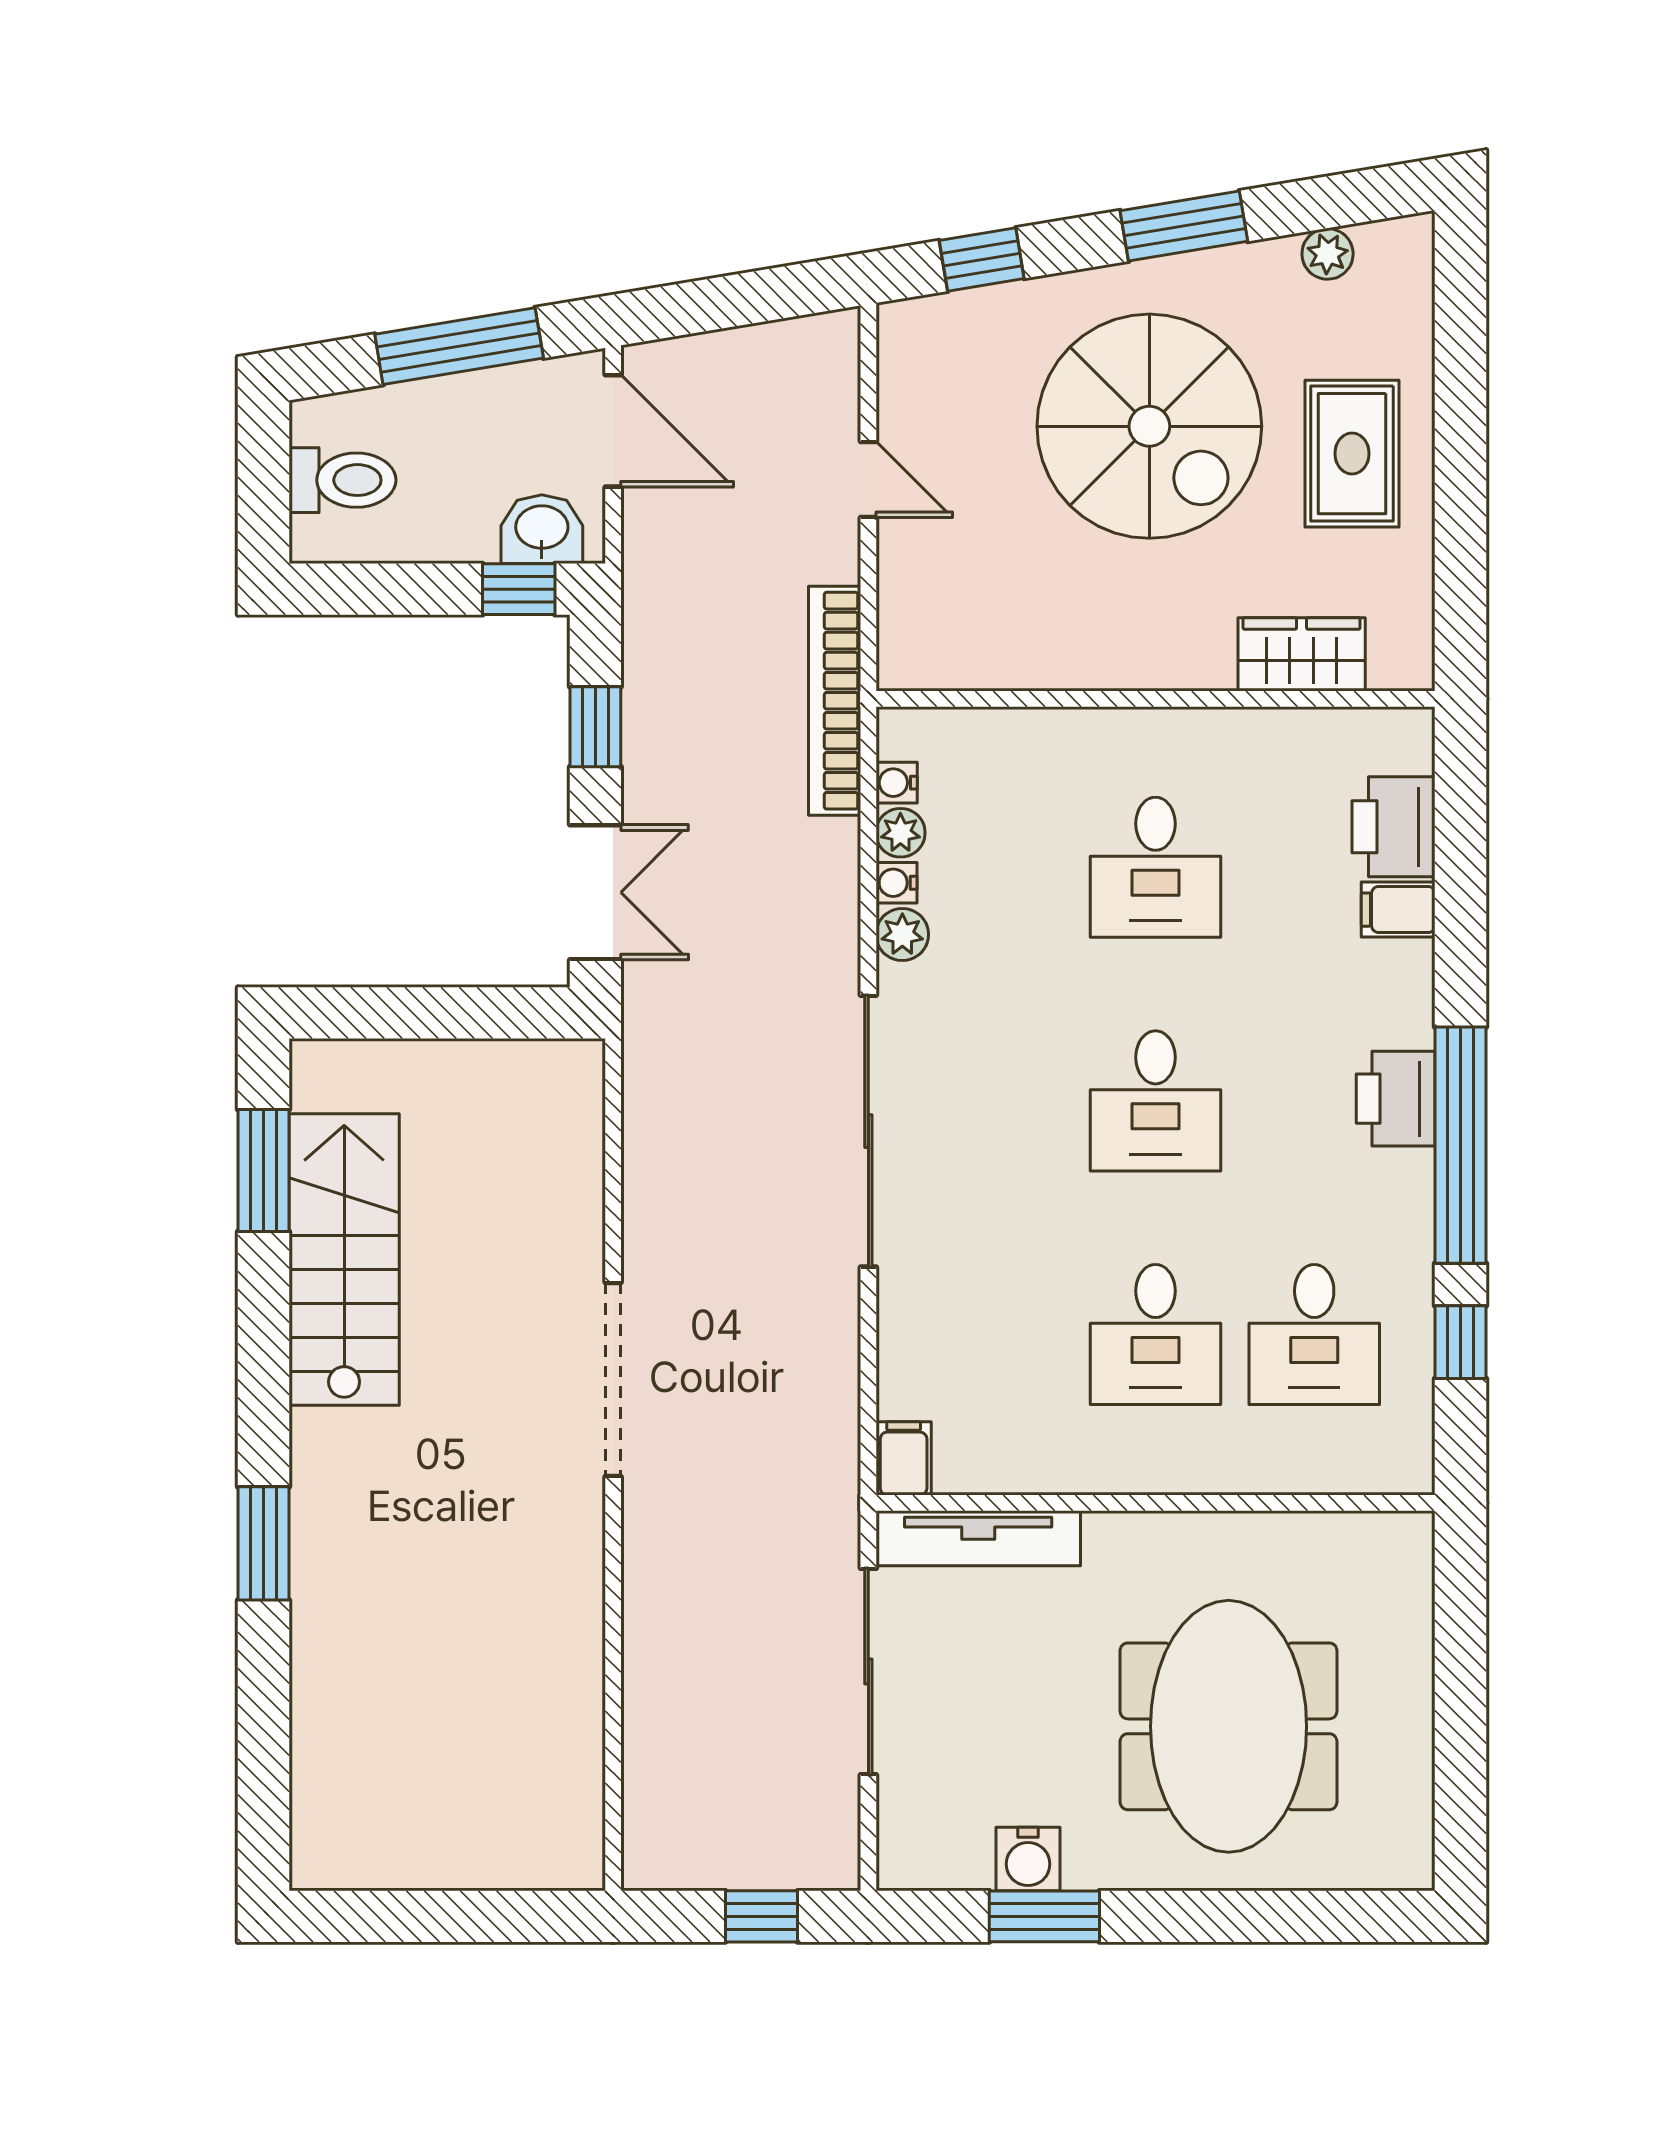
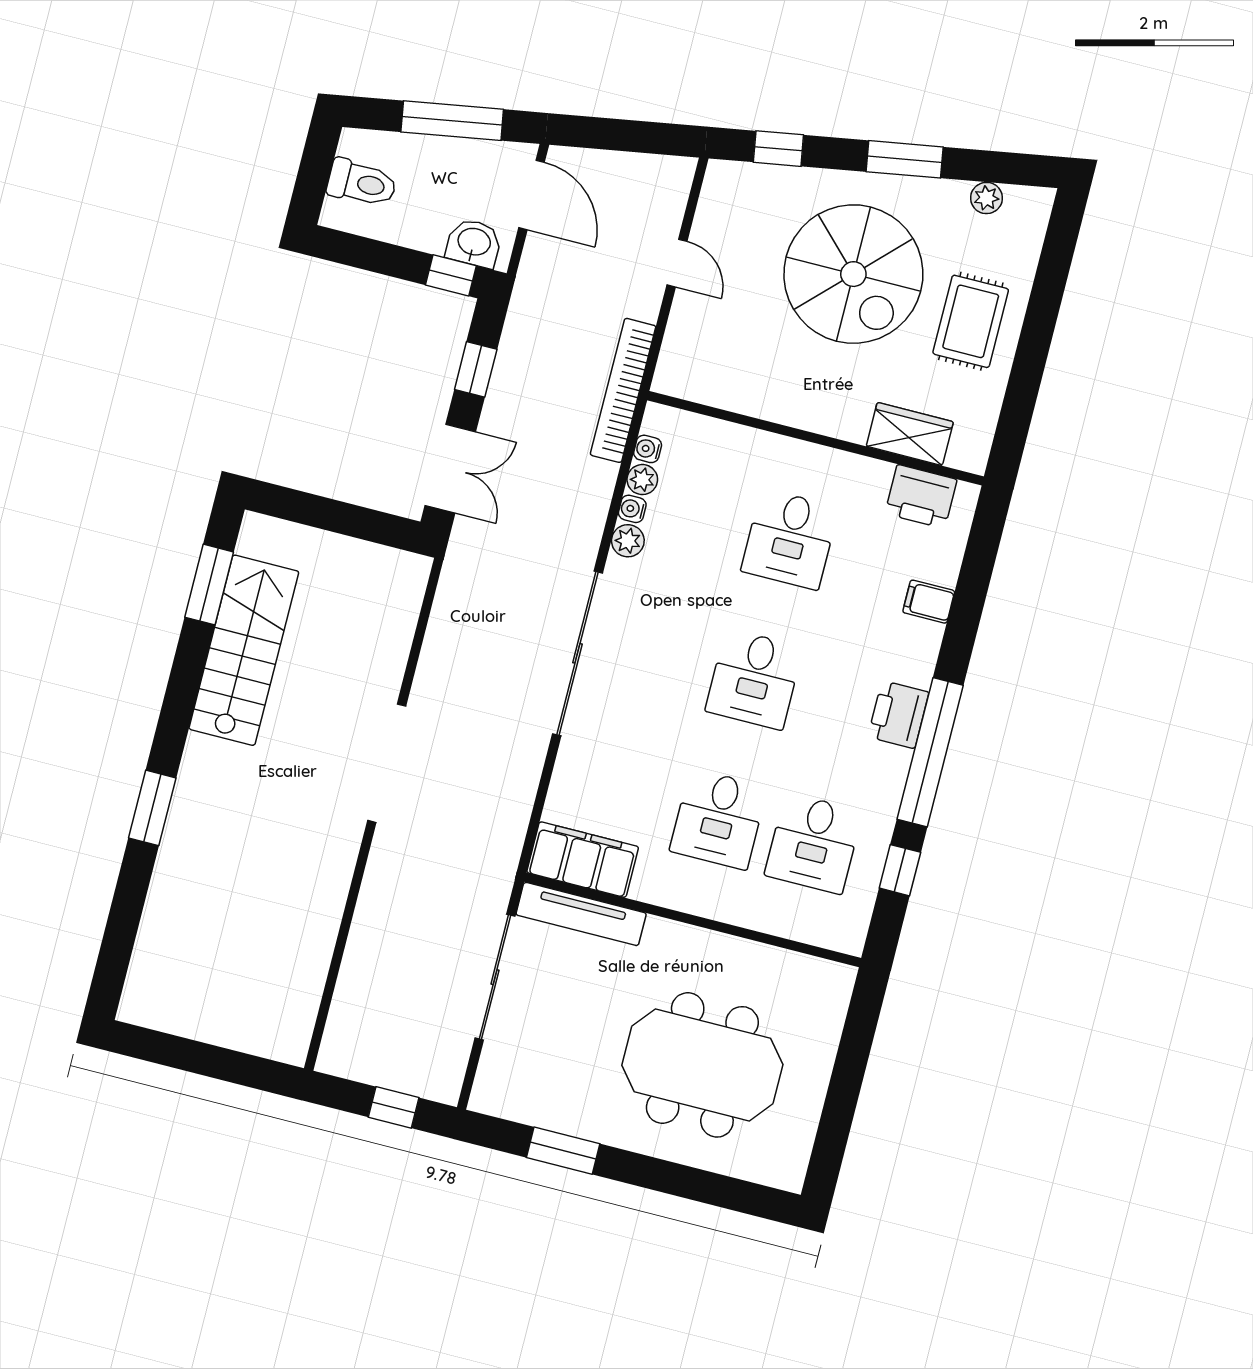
printer: (1394, 827) -> (921, 497), moved, turned -90
filing cabinet: (904, 1458) -> (583, 860), width x3.00, depth x1.17
meeting table: (1229, 1726) -> (702, 1065), turned 90
water cooler: (1028, 1859) -> (562, 1114), removed

